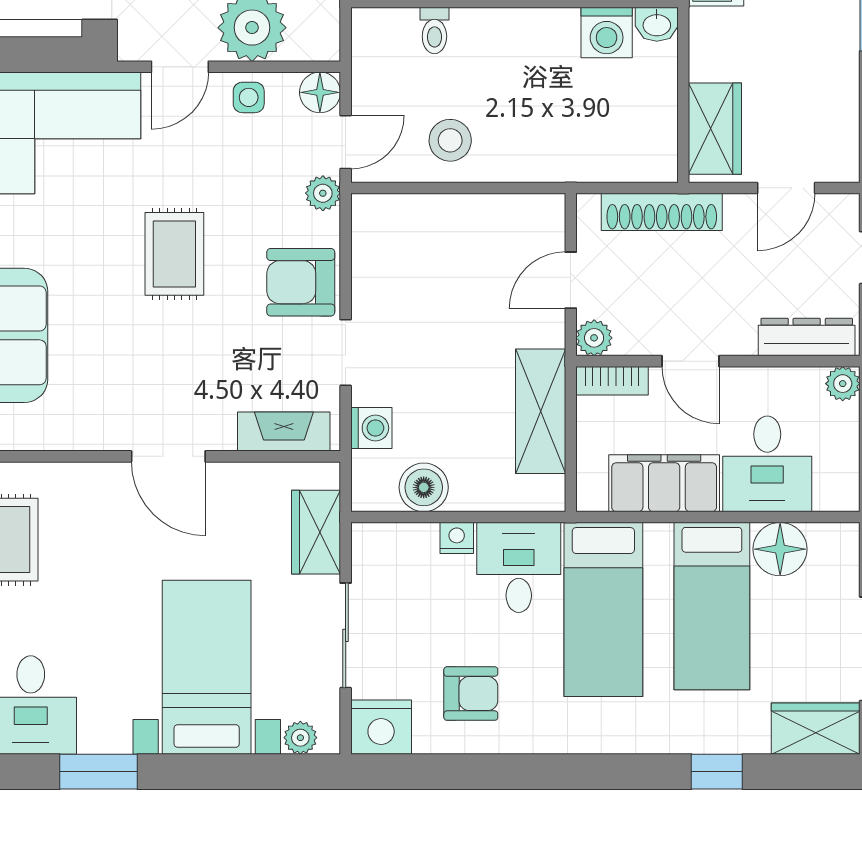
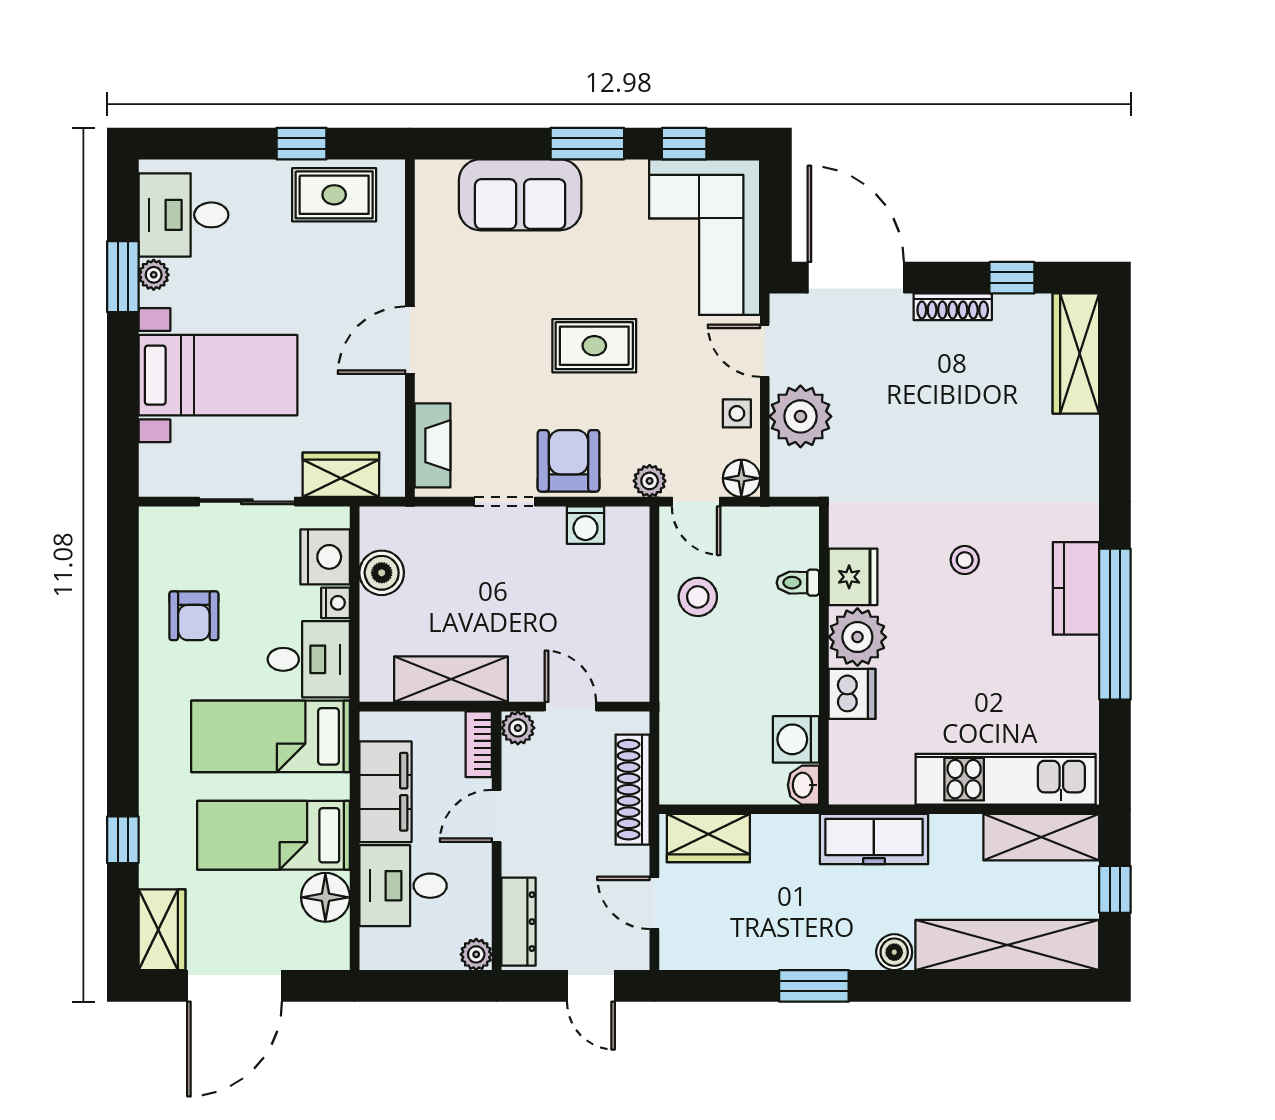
washing machine: (371, 428) -> (585, 525), moved
nightstand: (381, 727) -> (325, 557), moved, turned 180
plant: (300, 738) -> (154, 275), moved

